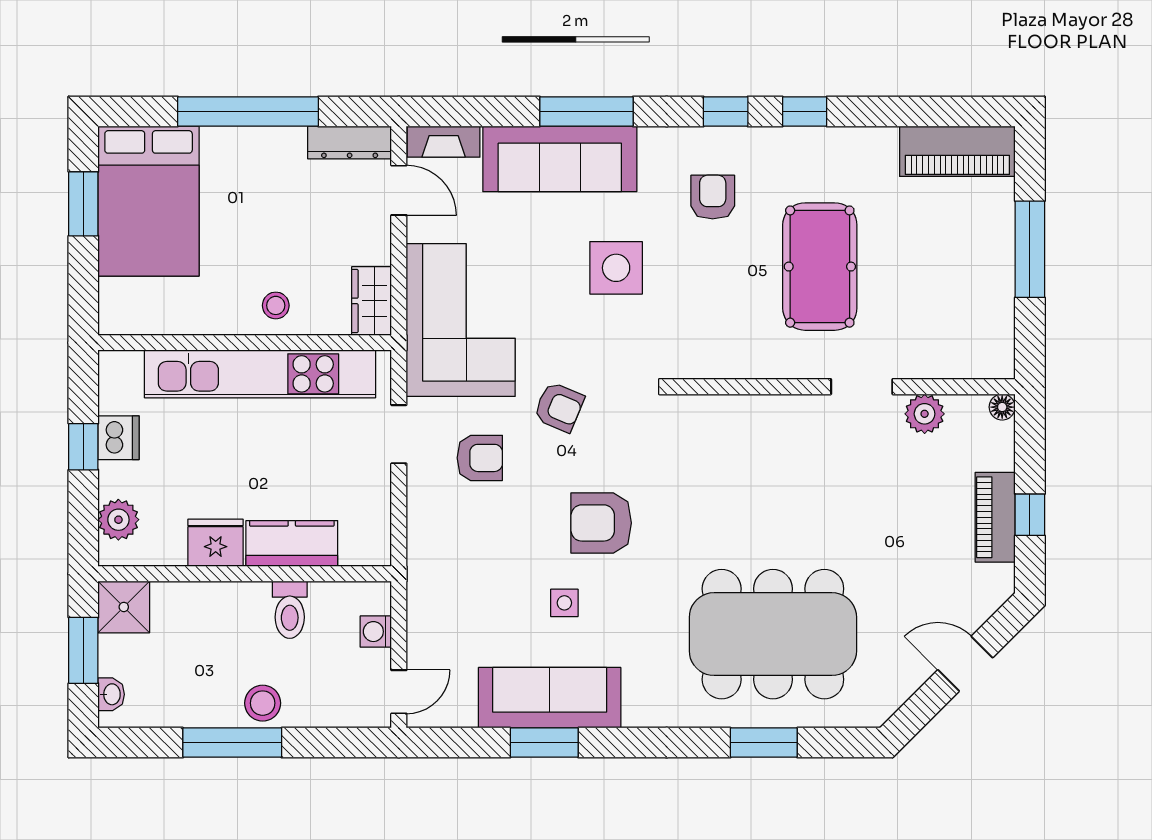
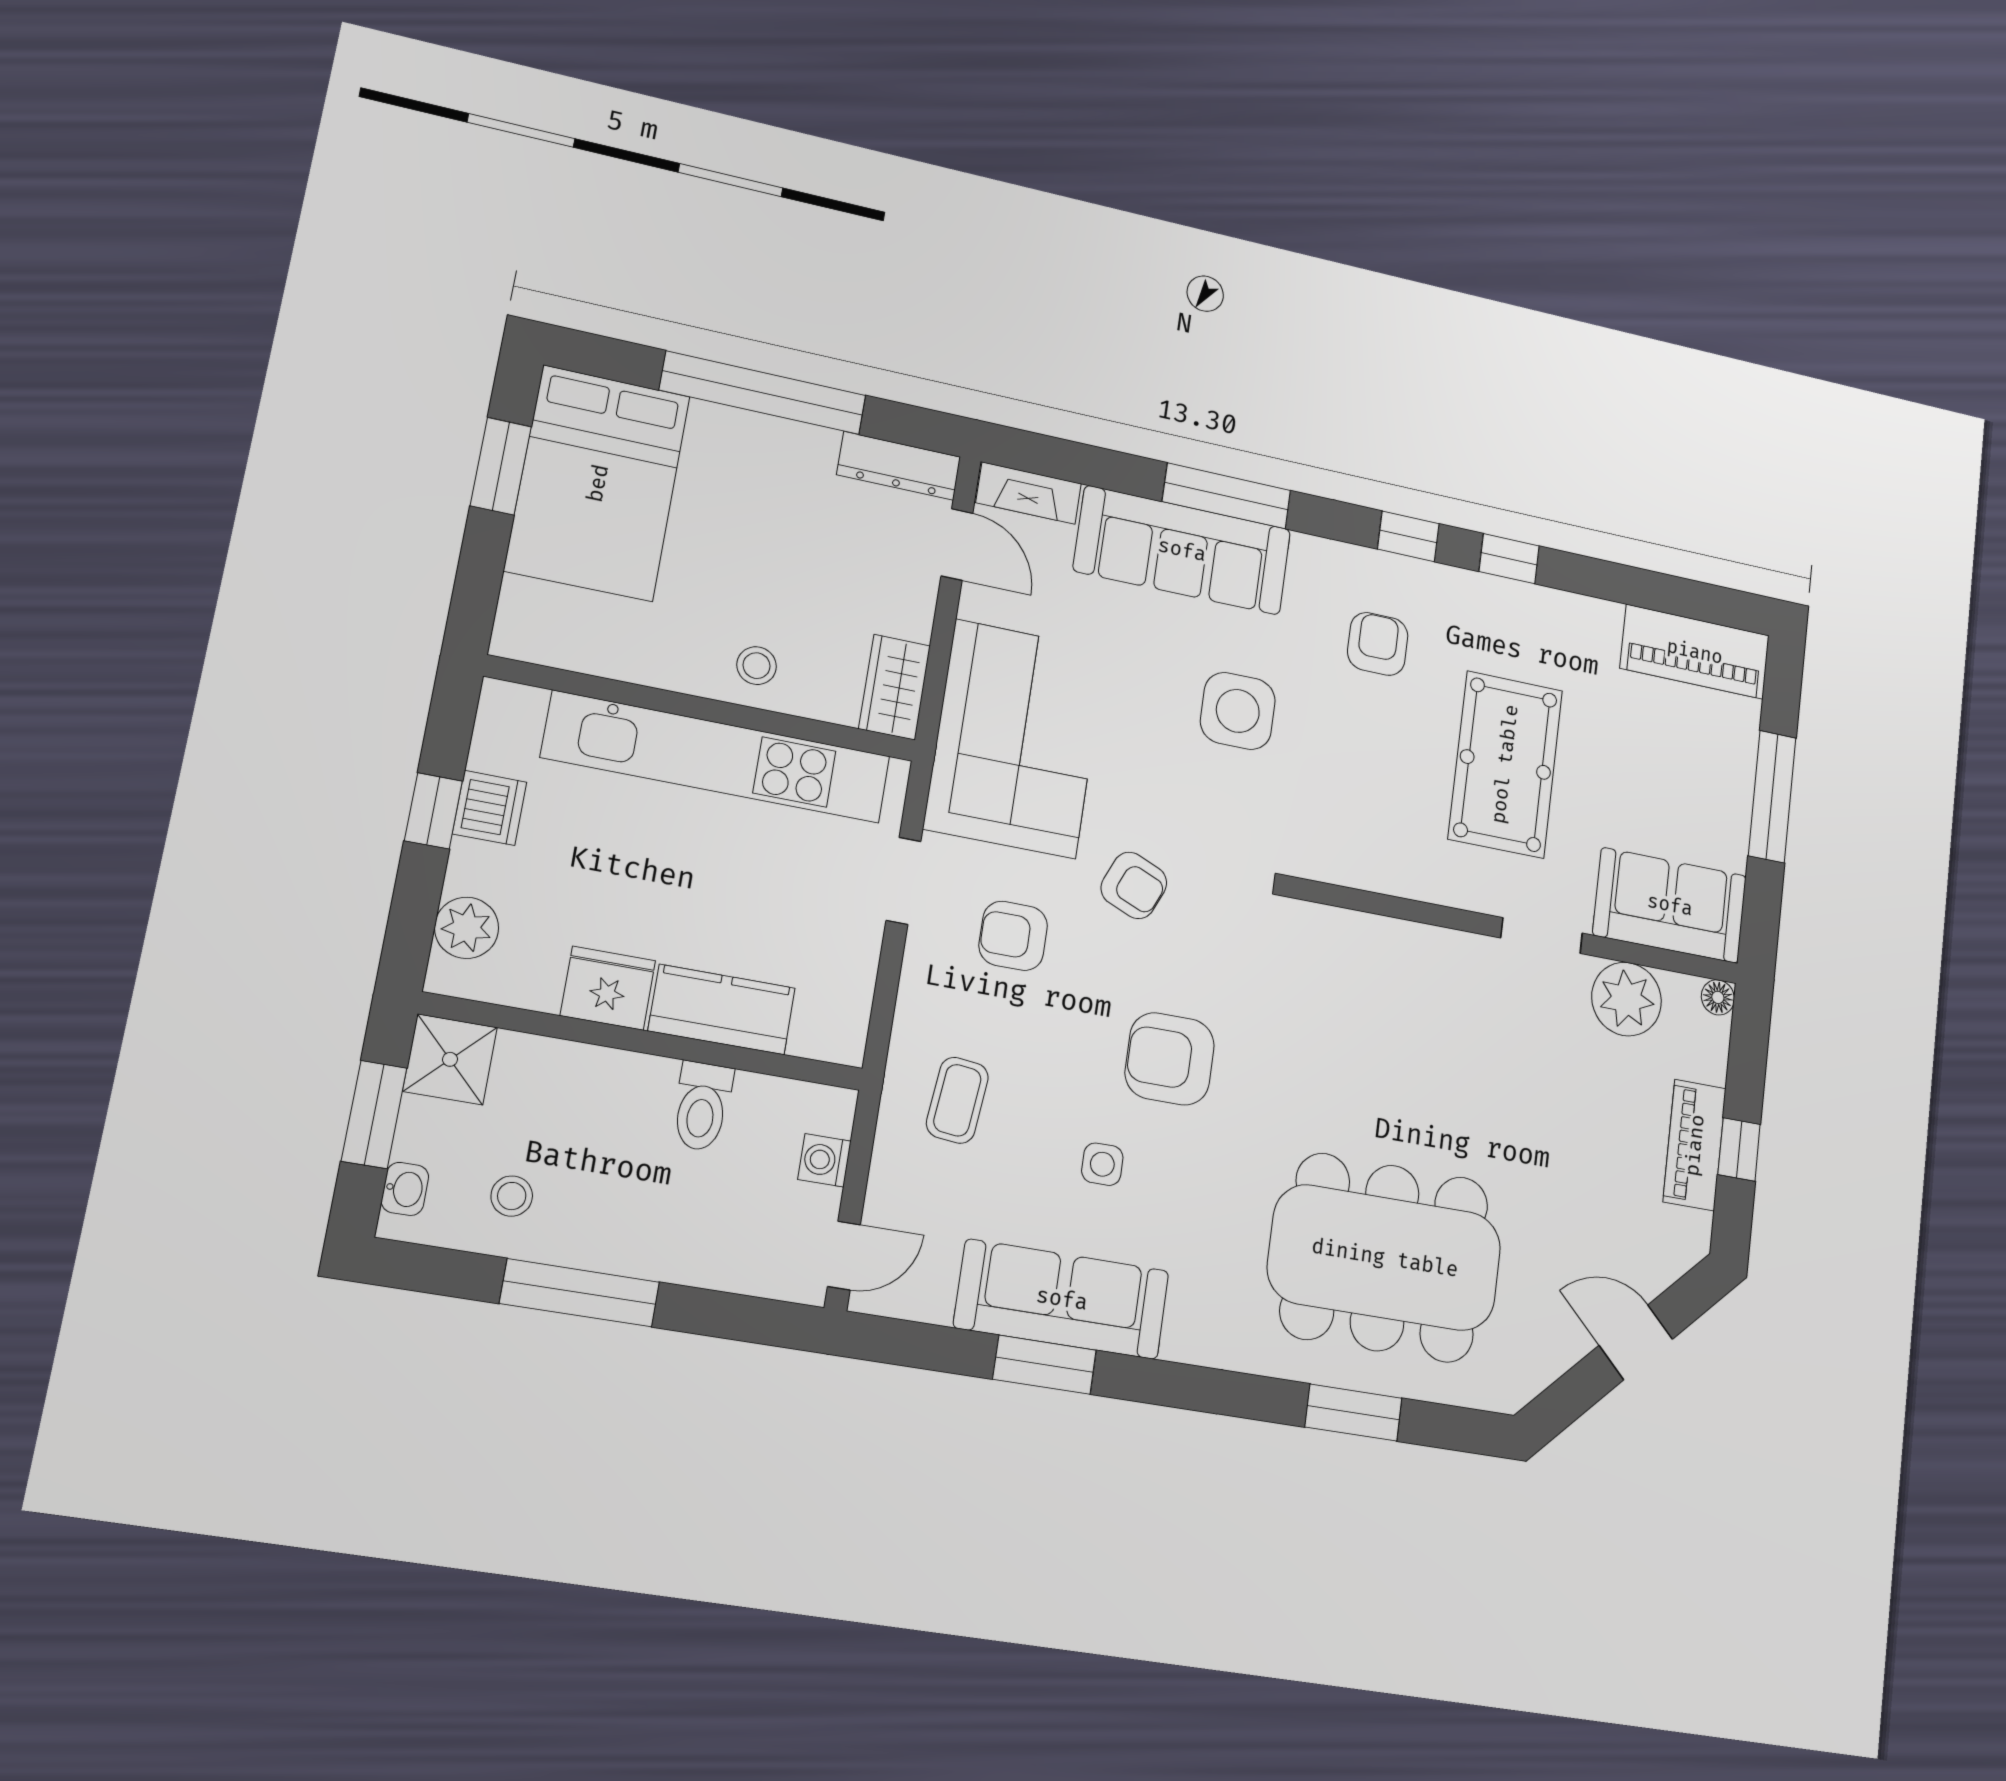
sofa: (958, 346) -> (1670, 905), added
plant: (925, 414) -> (1627, 999), width x1.36, depth x1.36
armchair: (480, 458) -> (1013, 936), turned 180
coffee table: (459, 577) -> (957, 1100), added
stool: (263, 703) -> (512, 1196), moved, width x0.73, depth x0.73

